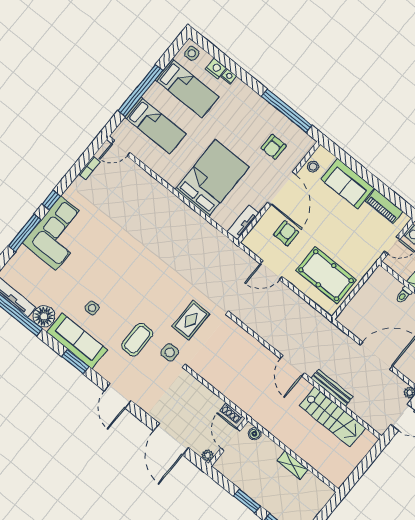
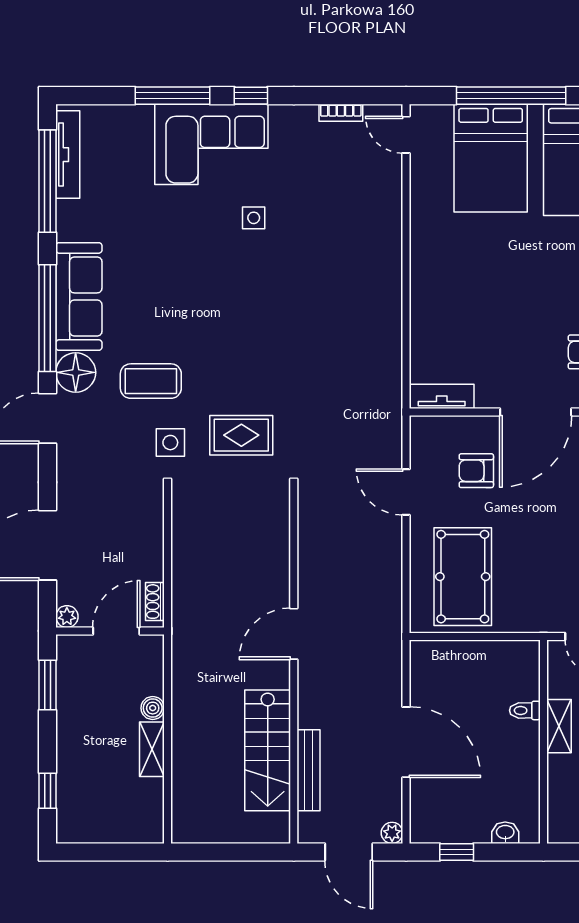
bed: (155, 126) -> (491, 158), width x1.50
bed: (212, 178) -> (469, 300), removed
armchair: (286, 233) -> (476, 471), turned 180
side table: (92, 308) -> (254, 218), moved
floor lamp: (44, 316) -> (76, 372), moved
window: (75, 362) -> (48, 318), width x2.11
bench: (332, 388) -> (309, 770), moved
boiler: (254, 434) -> (153, 708), moved
window: (247, 501) -> (48, 685), moved

